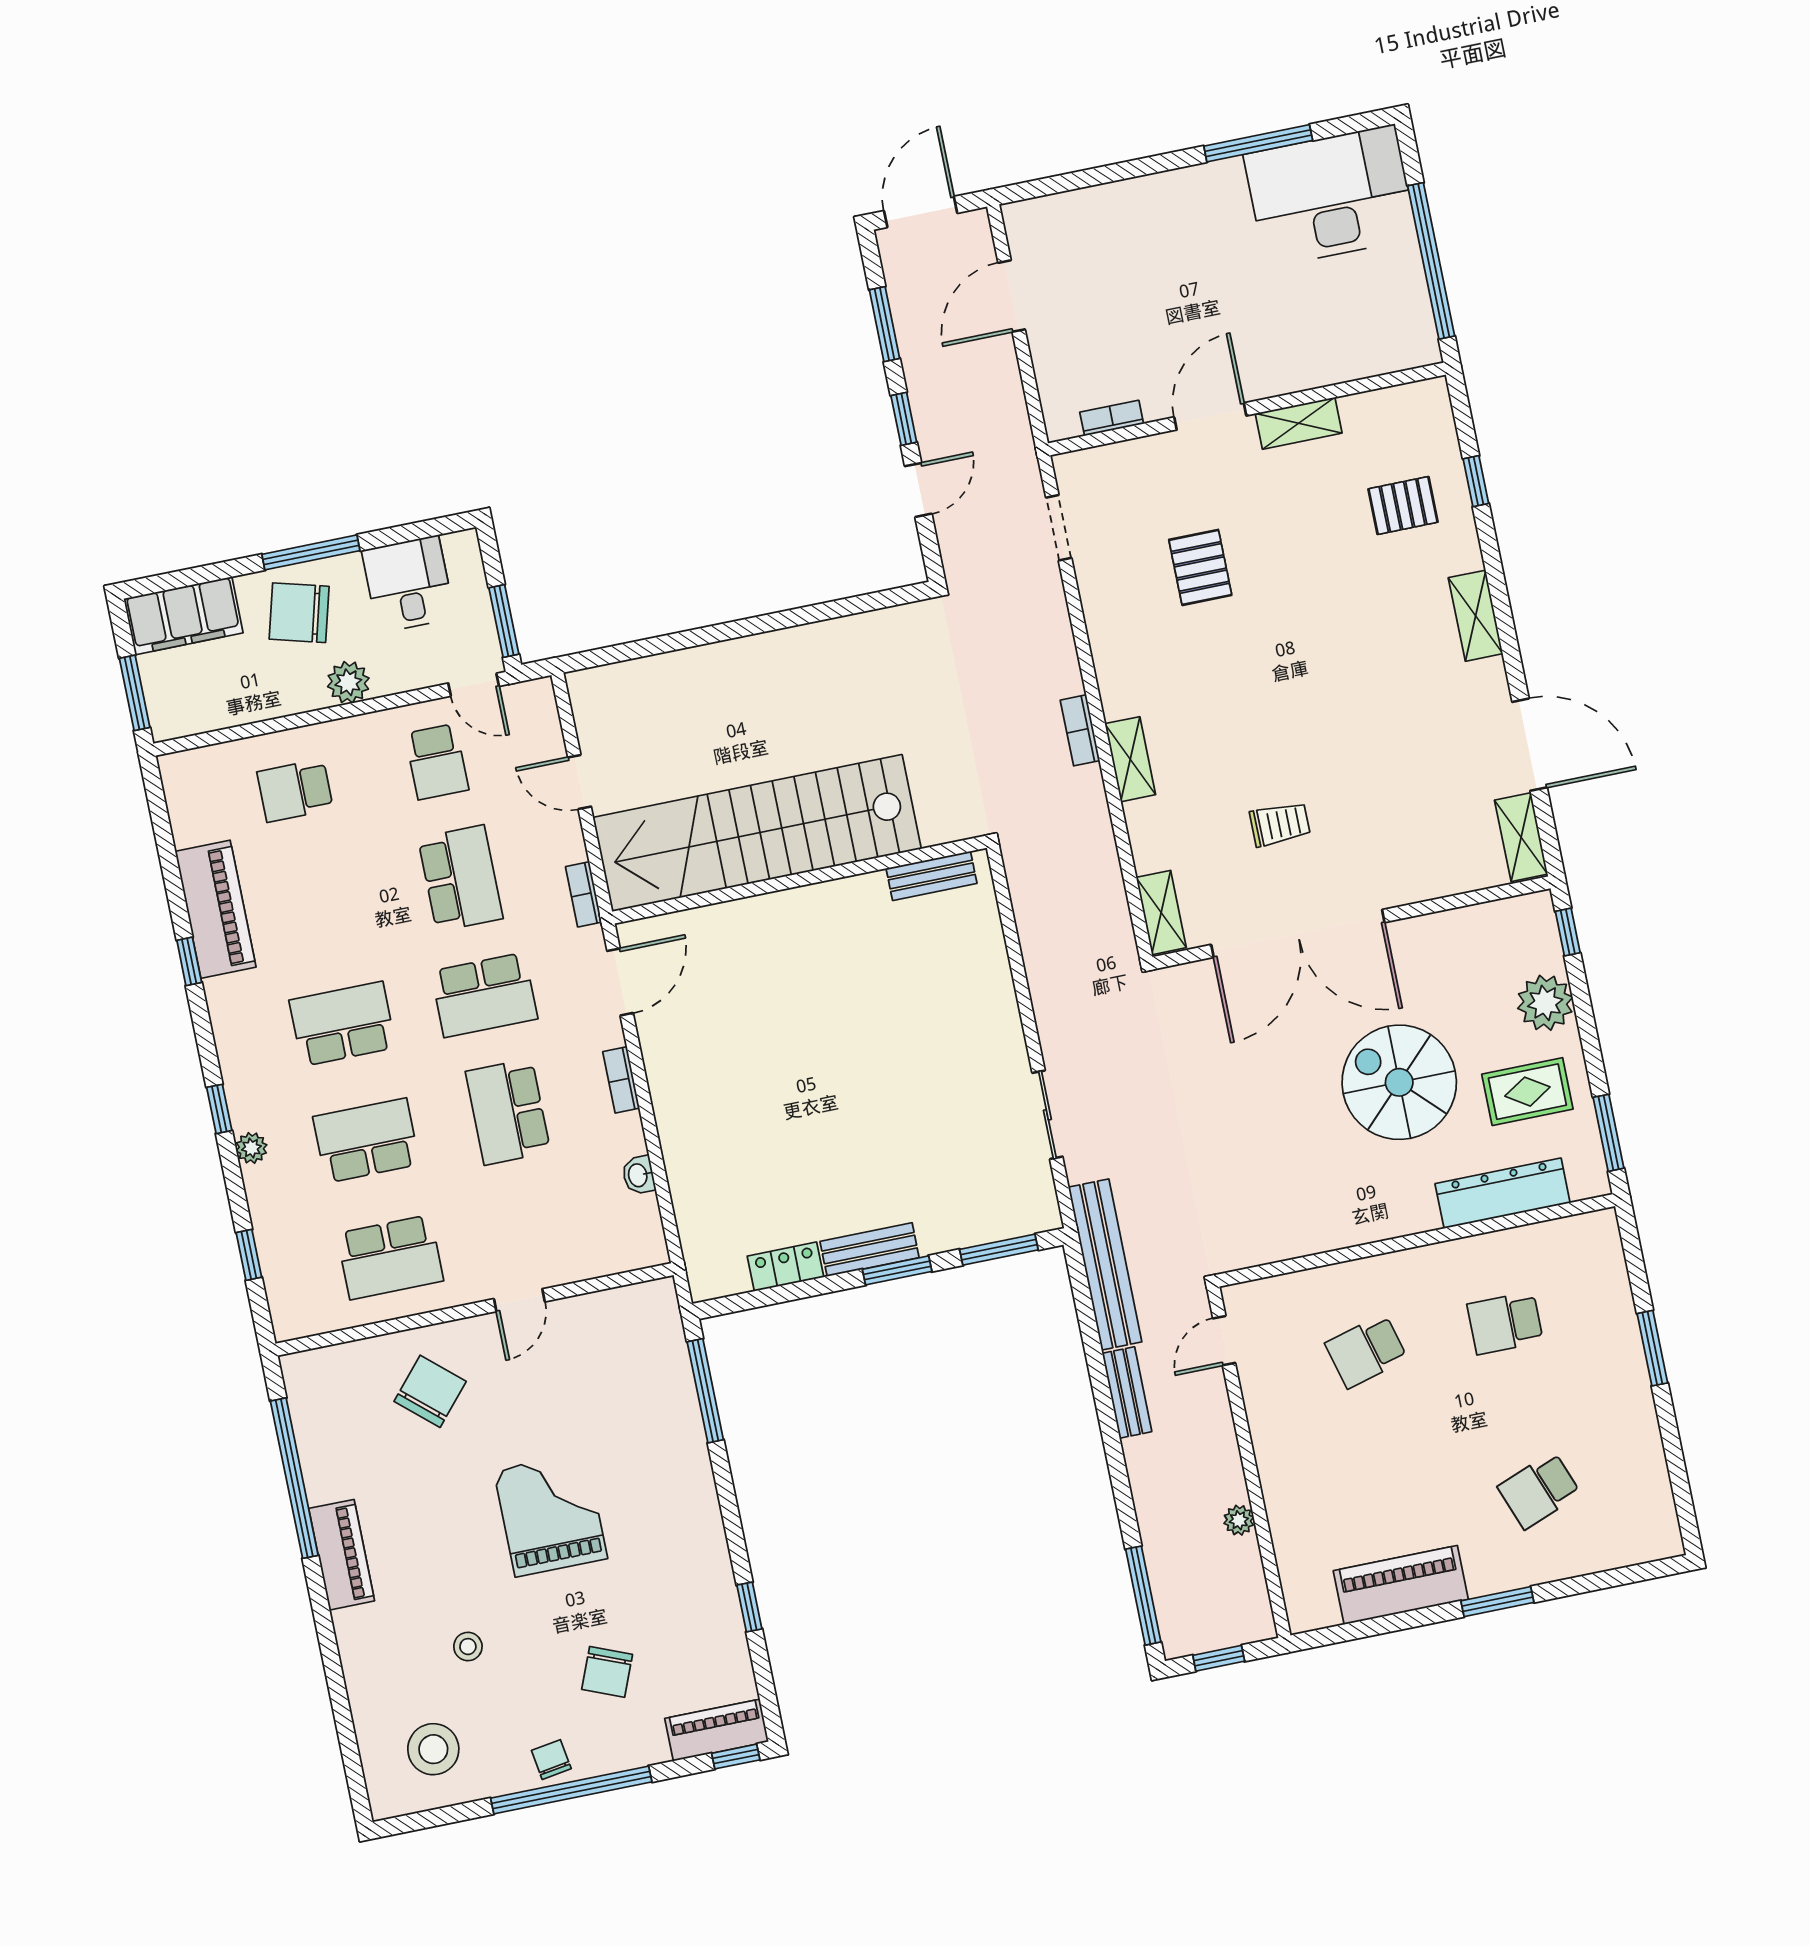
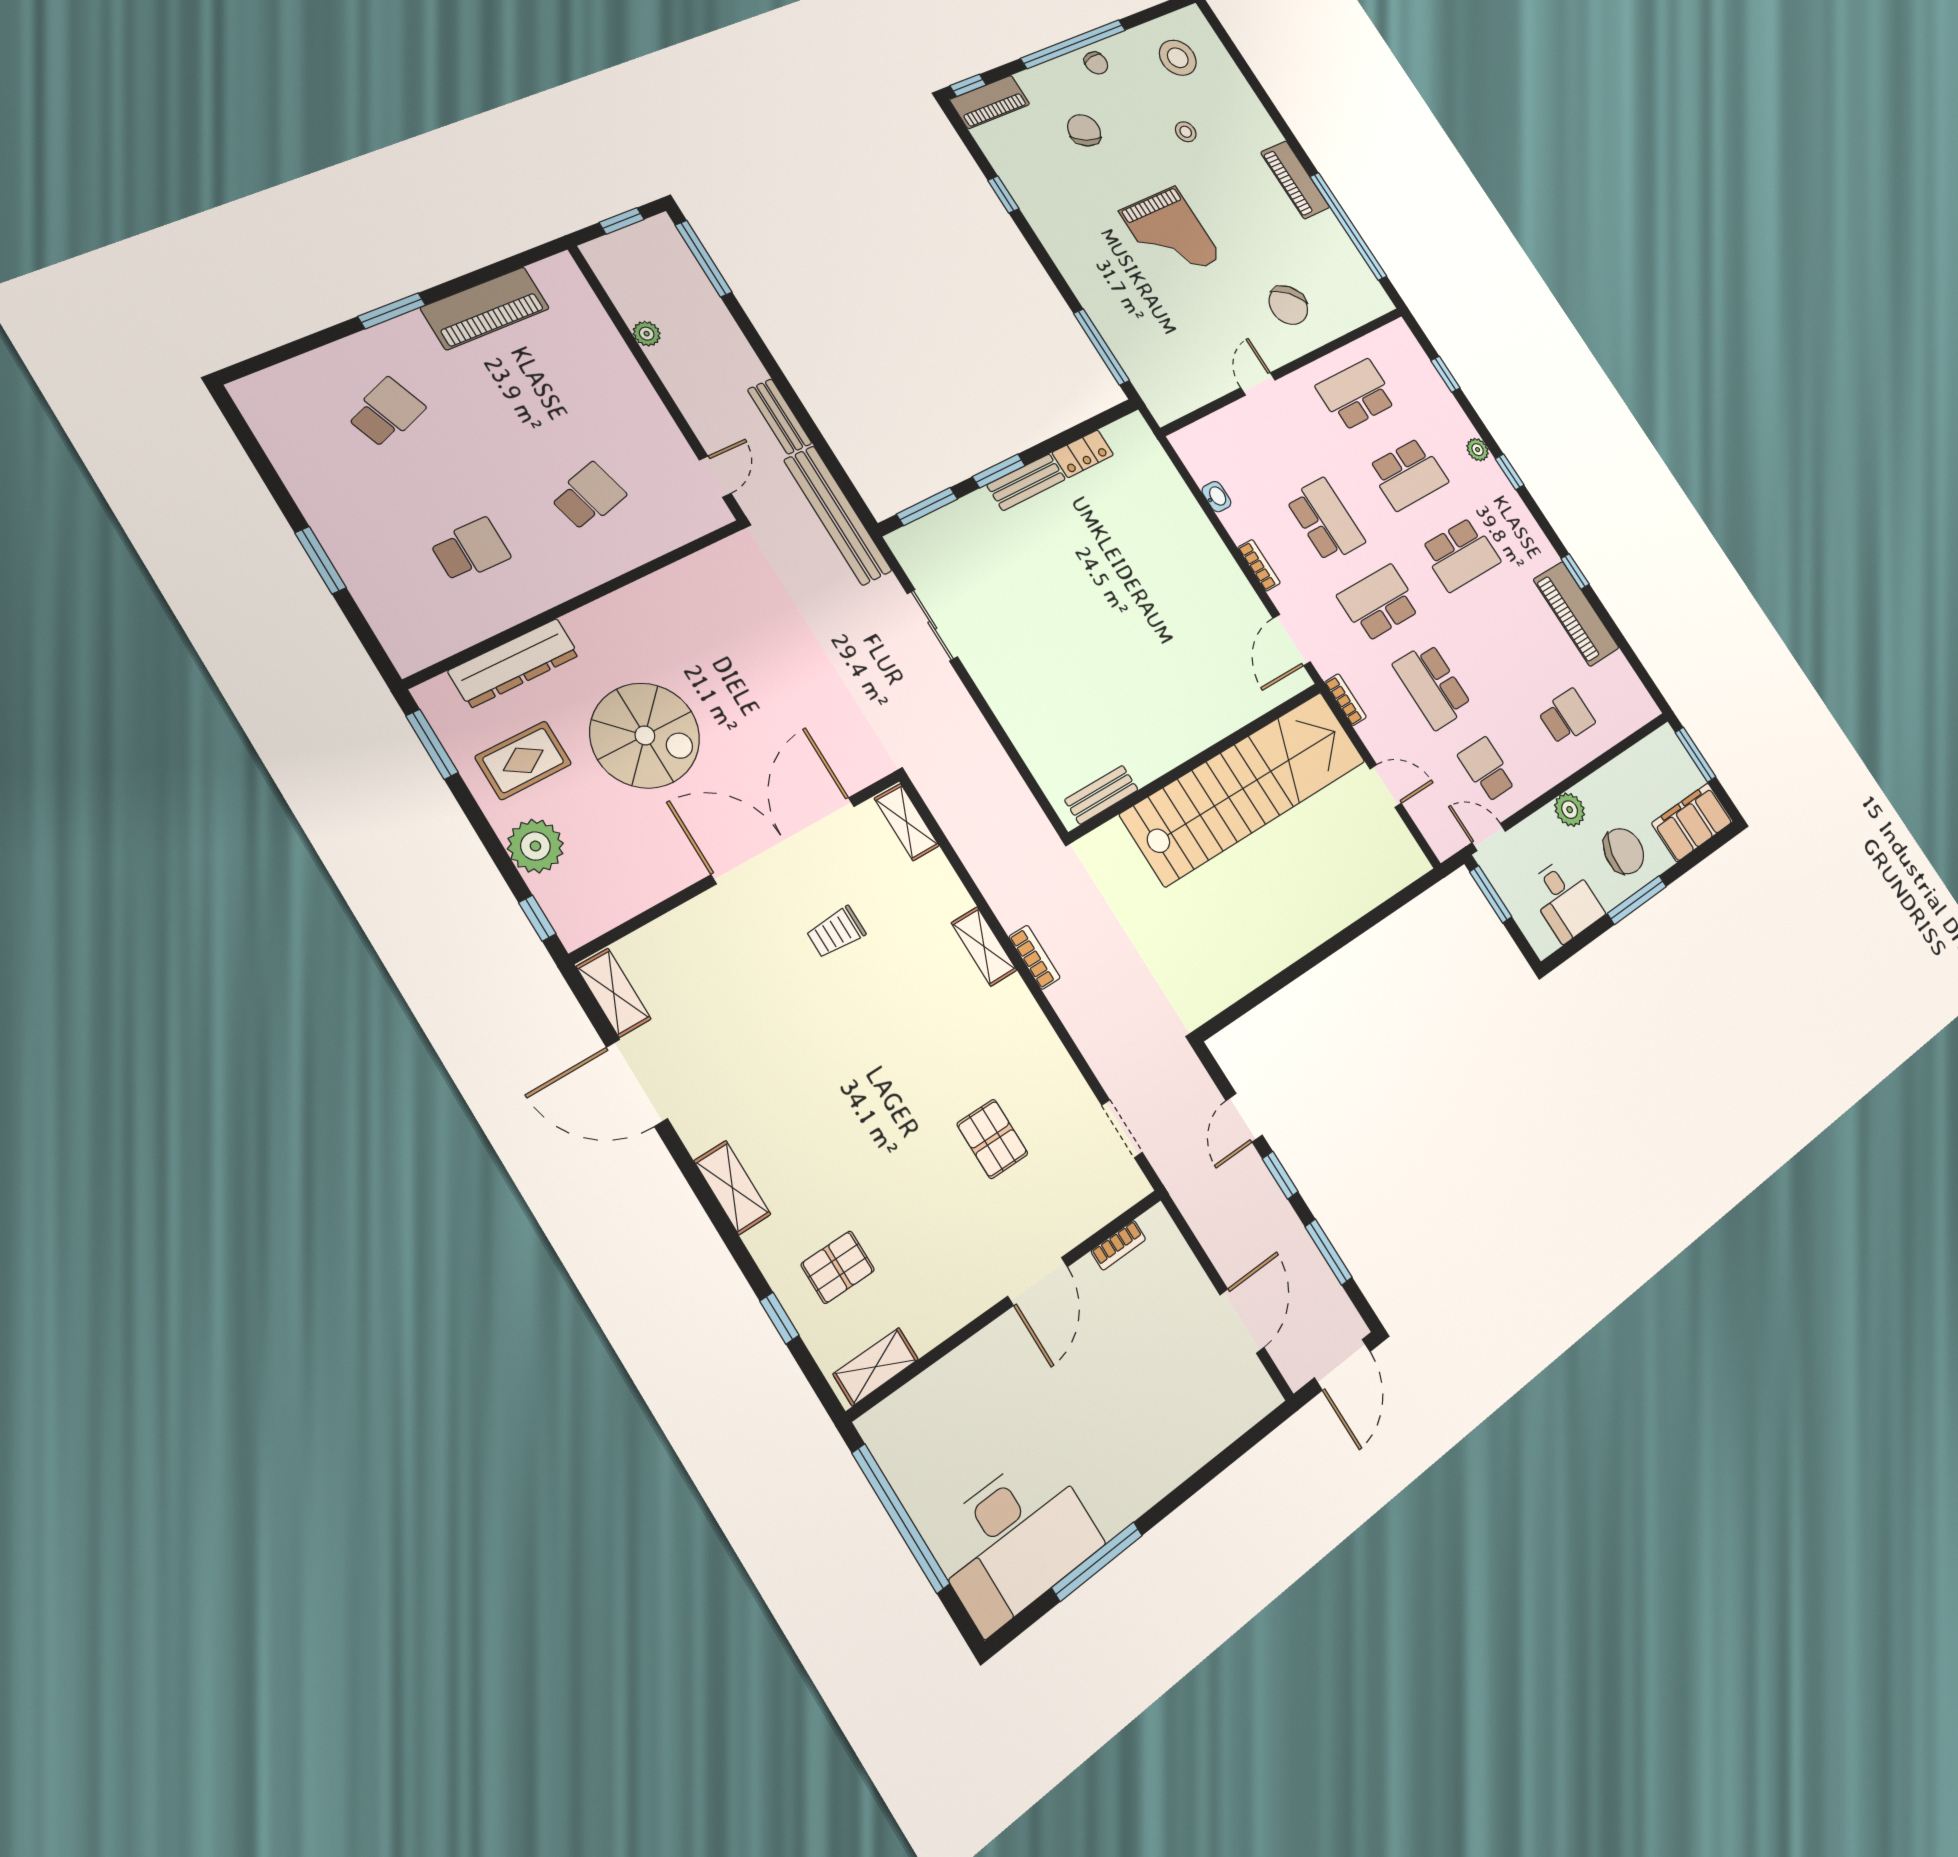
shelving: (1299, 423) -> (876, 1367), moved

